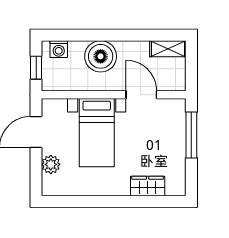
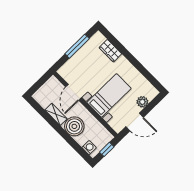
shelving: (168, 49) -> (56, 114), moved
window: (191, 135) -> (77, 46), moved

